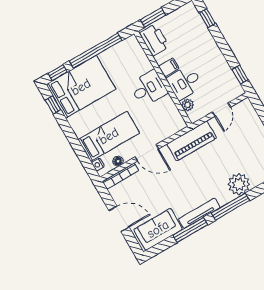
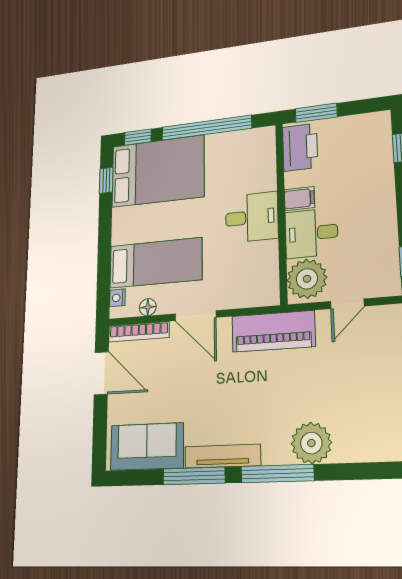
plant: (188, 105) -> (307, 279), width x1.87, depth x1.87
door: (119, 219) -> (101, 373), moved

